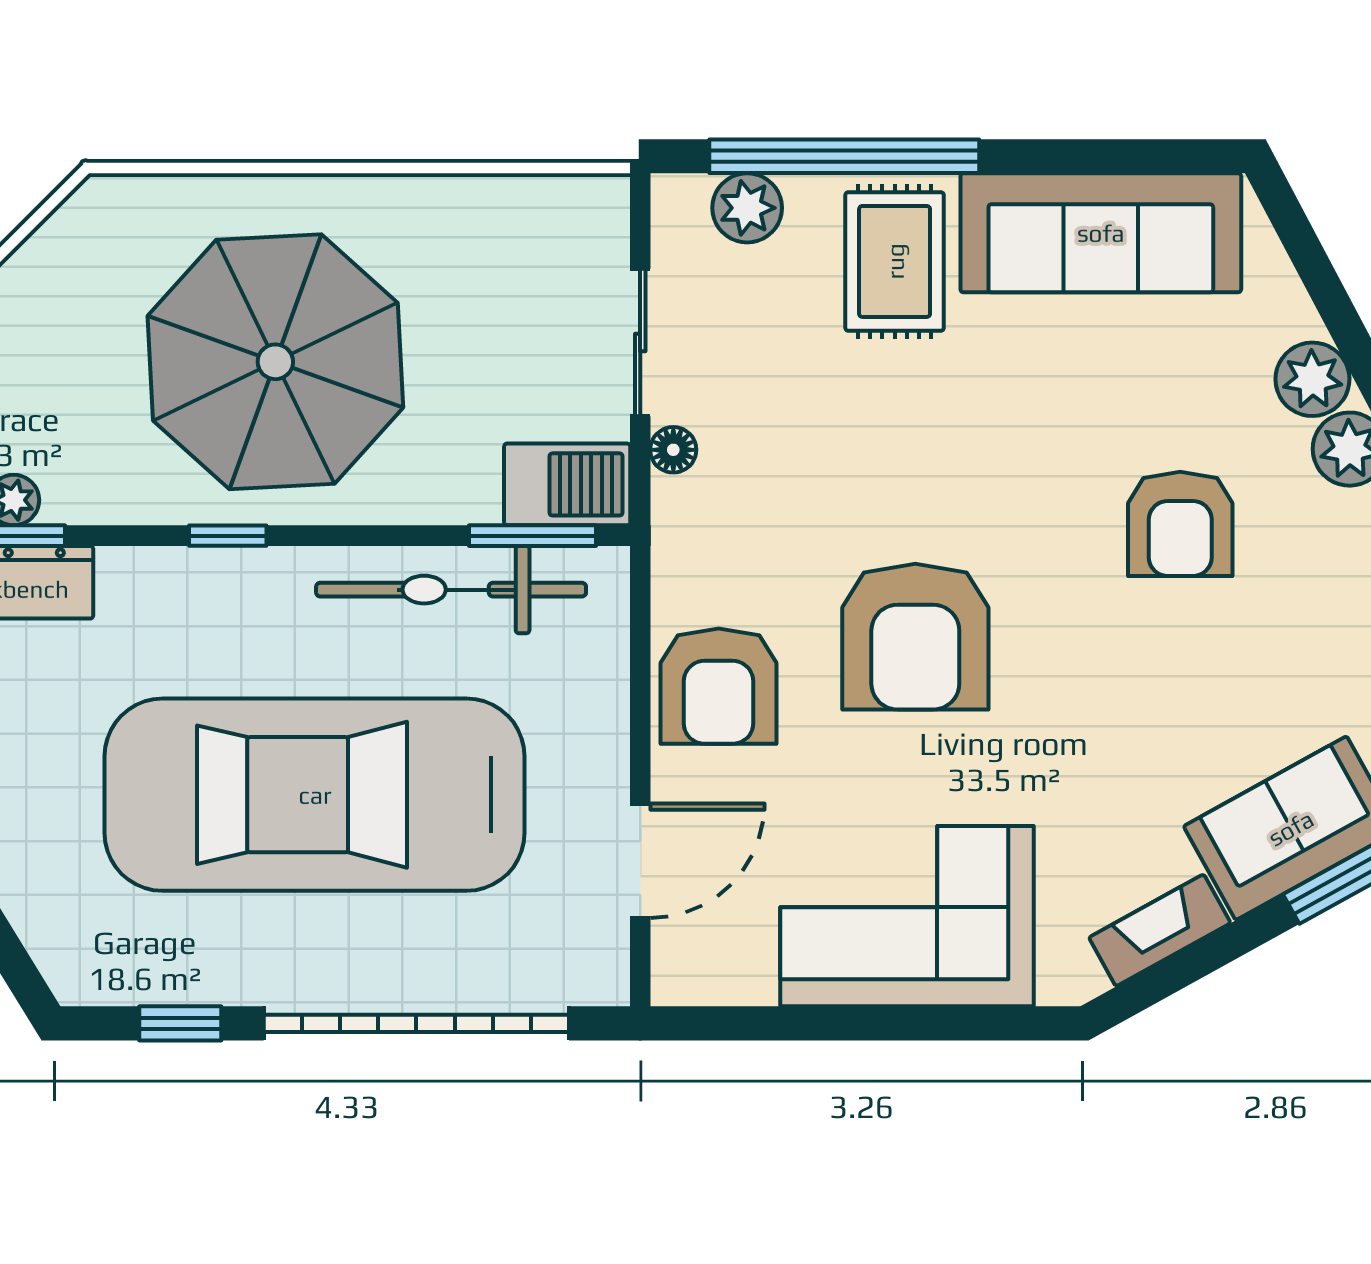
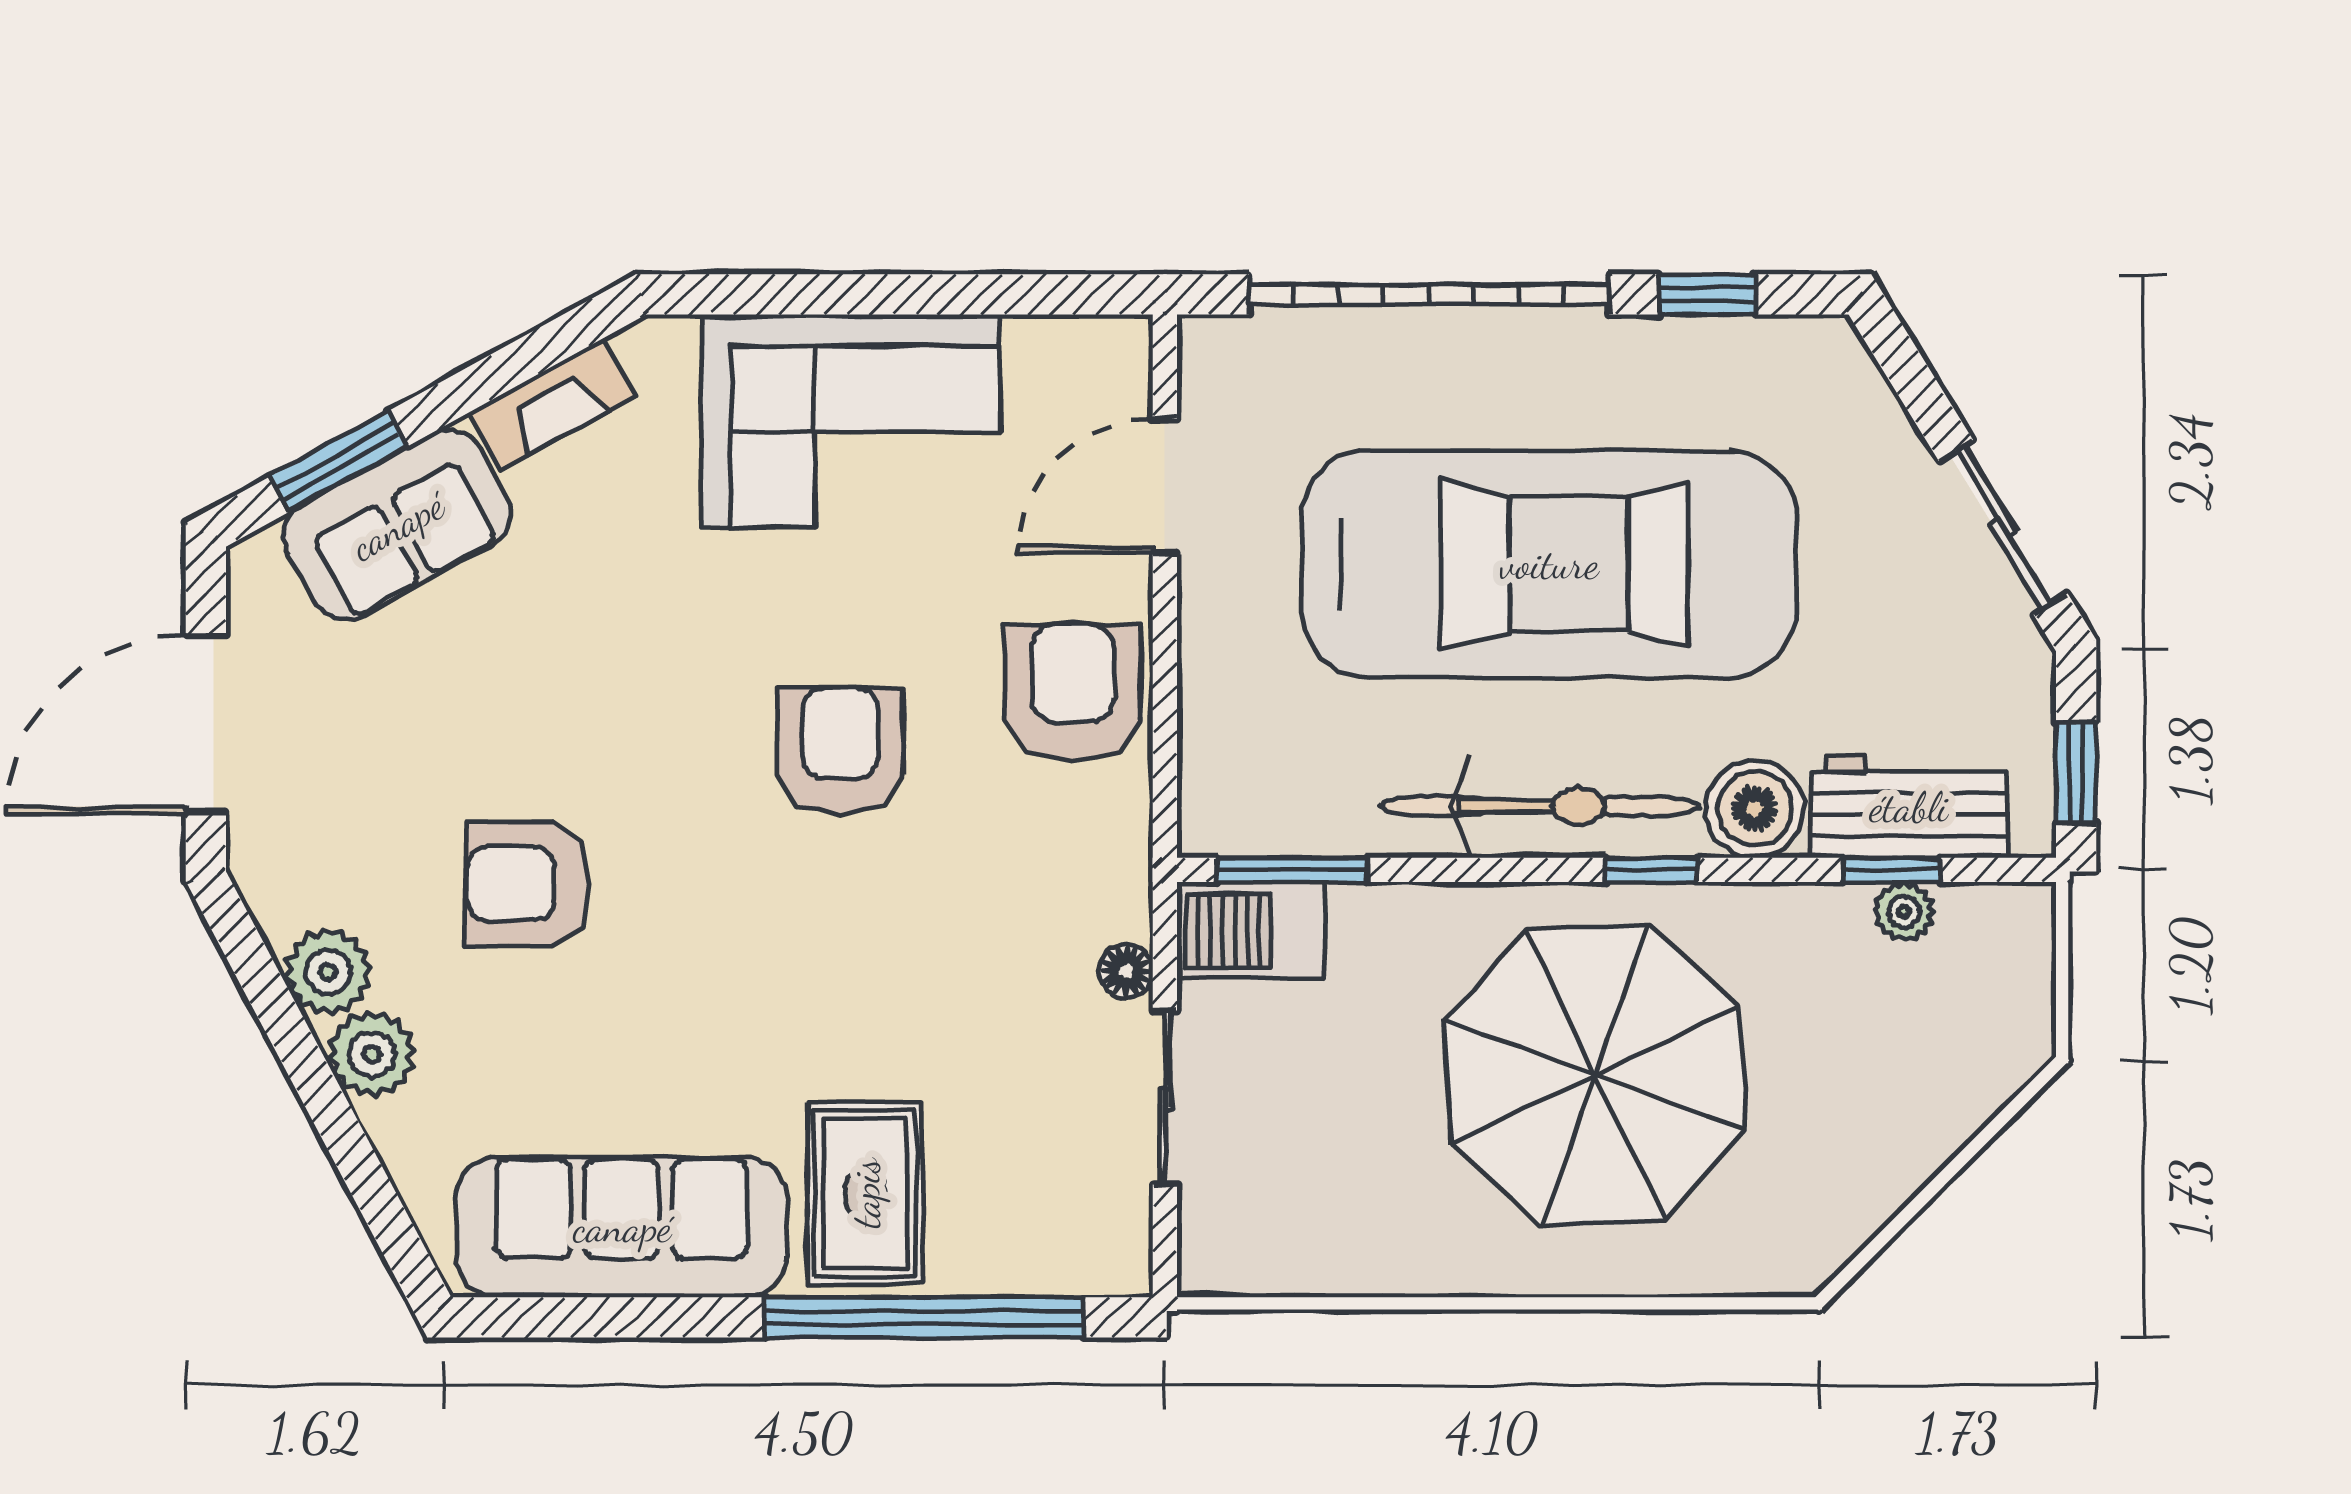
plant: (747, 208) -> (1039, 1256), removed
armchair: (1180, 524) -> (528, 884), turned -90
boiler: (140, 587) -> (1755, 809), added
bicycle: (451, 590) -> (1540, 806), moved
armchair: (915, 637) -> (840, 751), width x0.73, depth x0.73

